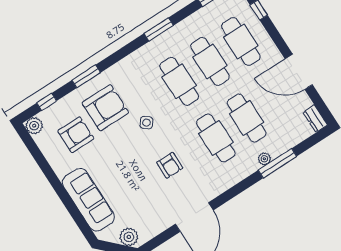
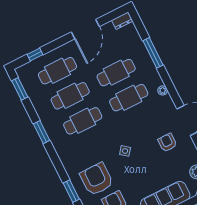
side table: (146, 123) -> (125, 151), moved
plant: (264, 159) -> (163, 90), moved
armchair: (170, 165) -> (167, 143), moved, turned -90

